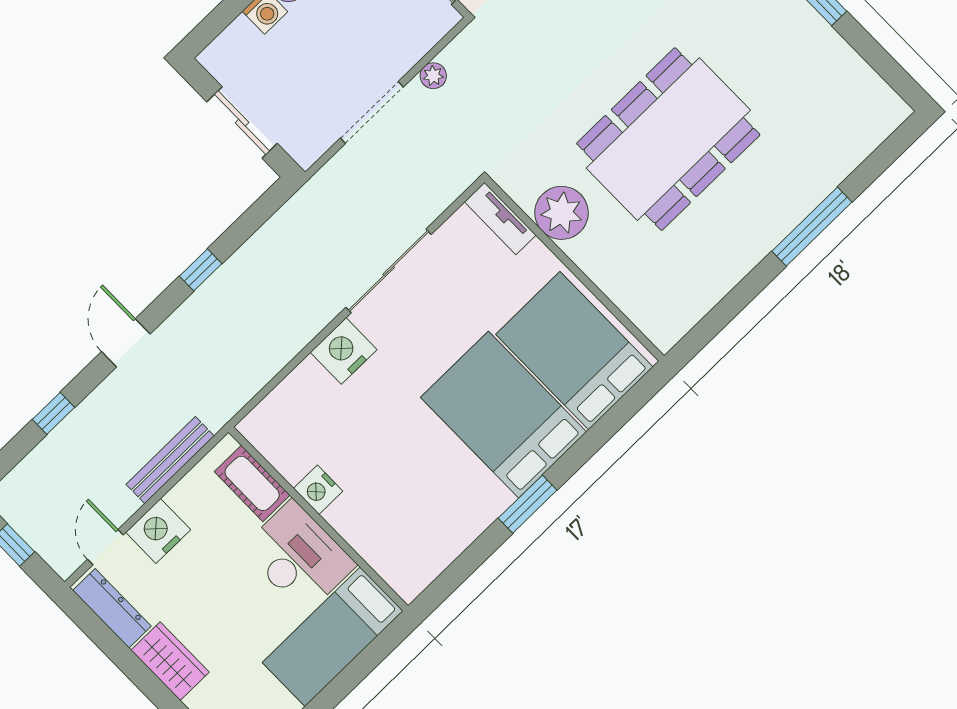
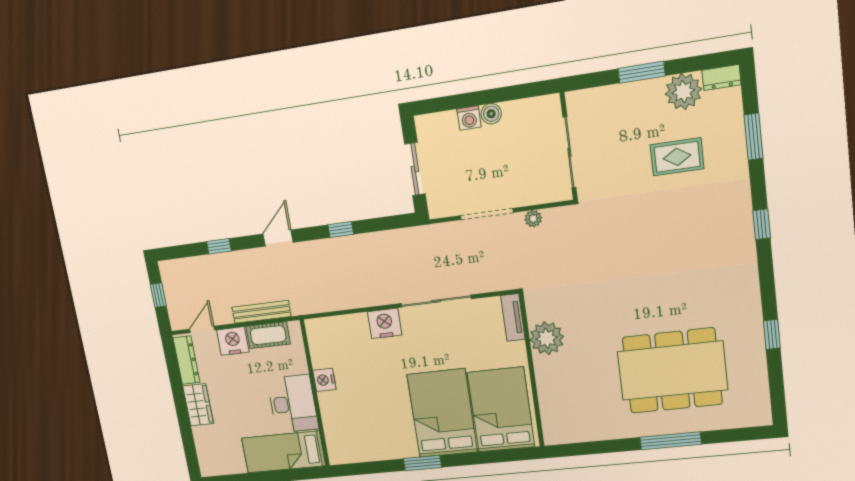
dining table: (668, 139) -> (672, 371), moved
cot: (252, 483) -> (268, 335), moved, turned 90

